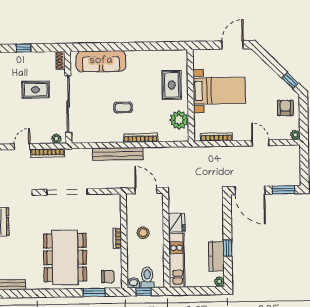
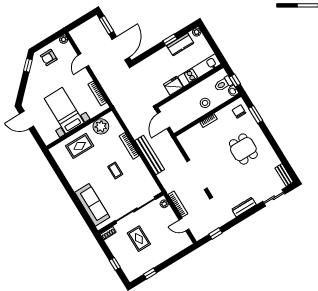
stool: (143, 233) -> (205, 103), moved
dining table: (65, 258) -> (243, 149), width x0.53, depth x0.80

